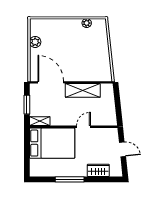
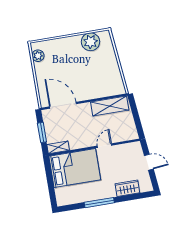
plant: (87, 23) -> (90, 42), width x1.88, depth x1.88
plant: (35, 42) -> (38, 56), moved
shelving: (83, 90) -> (110, 106), moved

